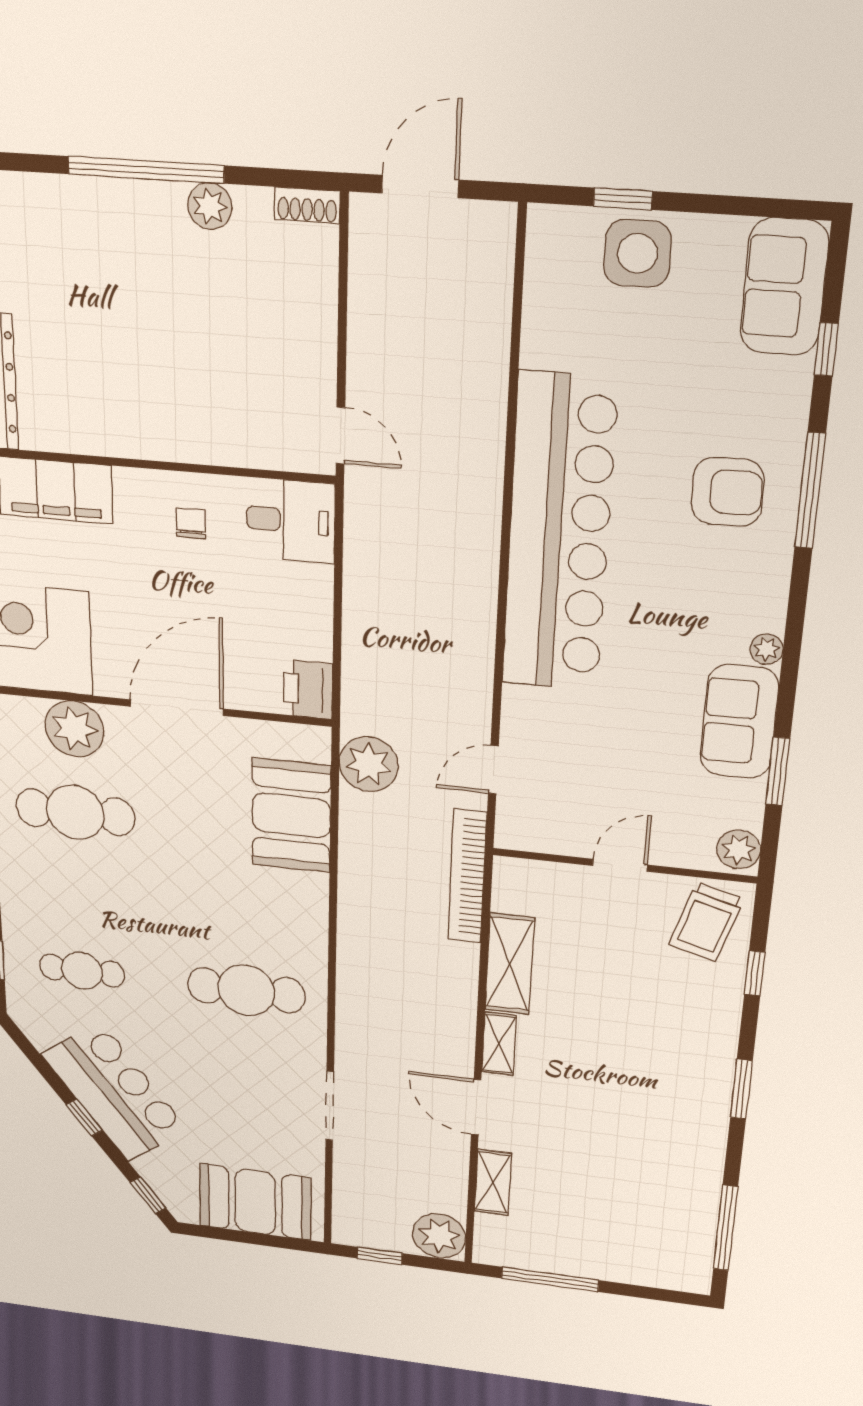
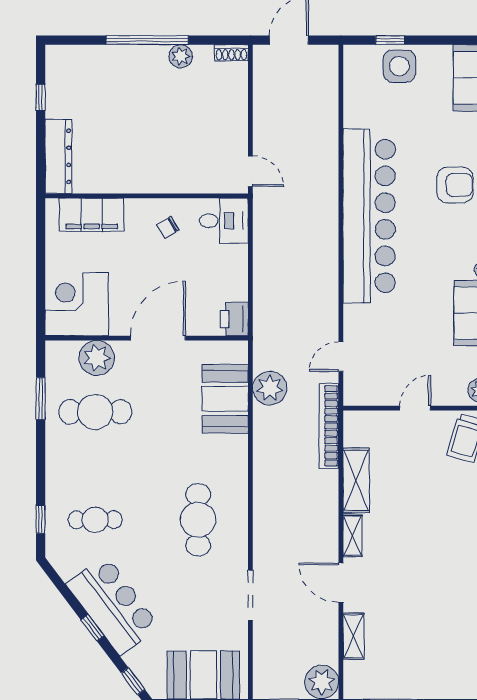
chair: (191, 524) -> (168, 227), turned -120
plant: (368, 764) -> (270, 388), moved
cafe table: (246, 990) -> (198, 520), turned 90

